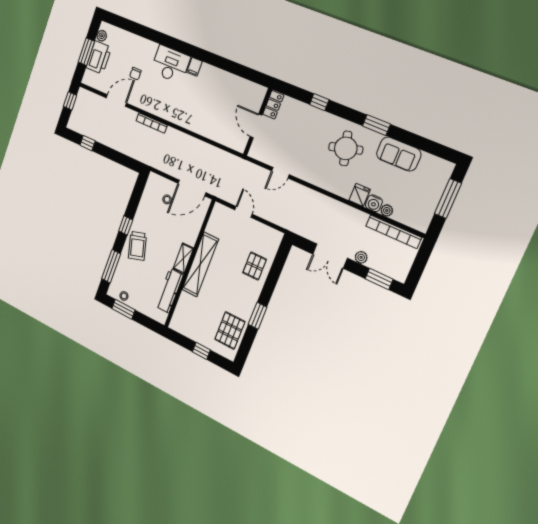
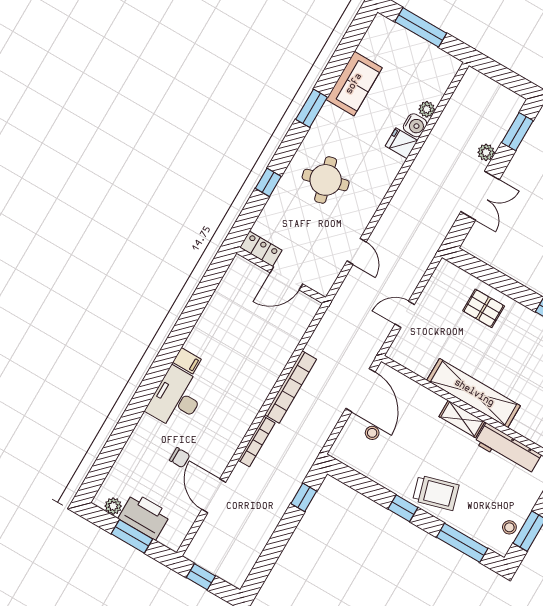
window: (88, 143) -> (304, 497), moved
round table: (346, 148) -> (326, 180), moved
bookcase: (393, 232) -> (291, 387), moved

